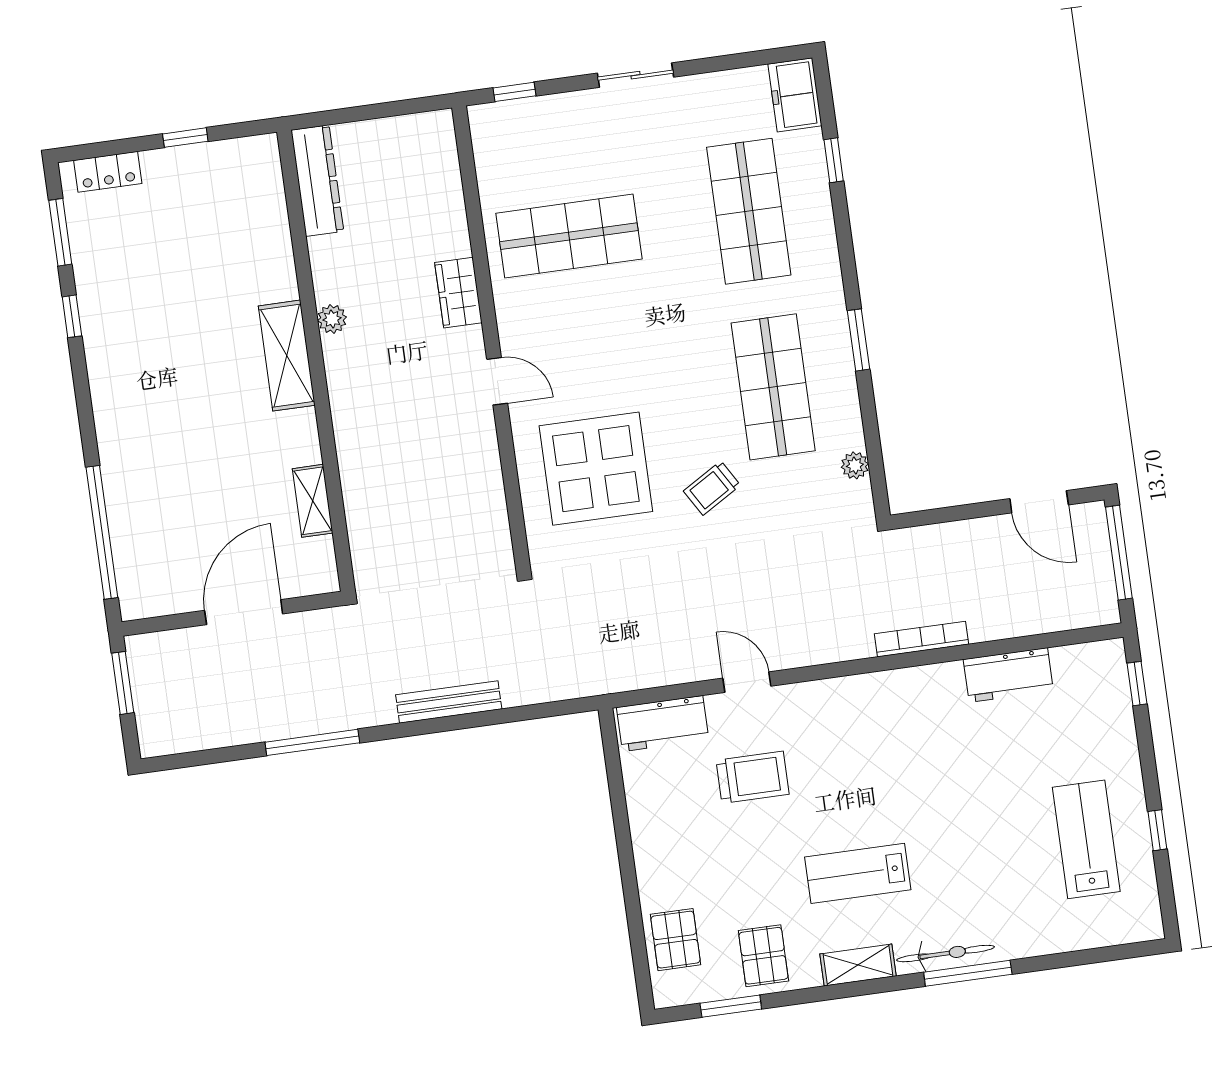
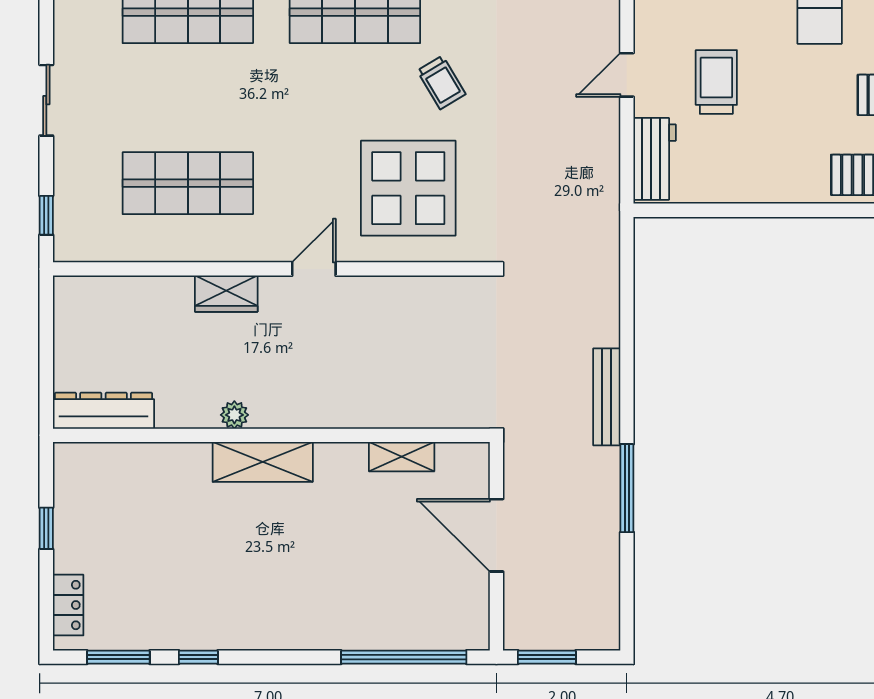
shop shelf: (569, 236) -> (188, 183), turned 90
bench: (449, 702) -> (607, 397), moved

